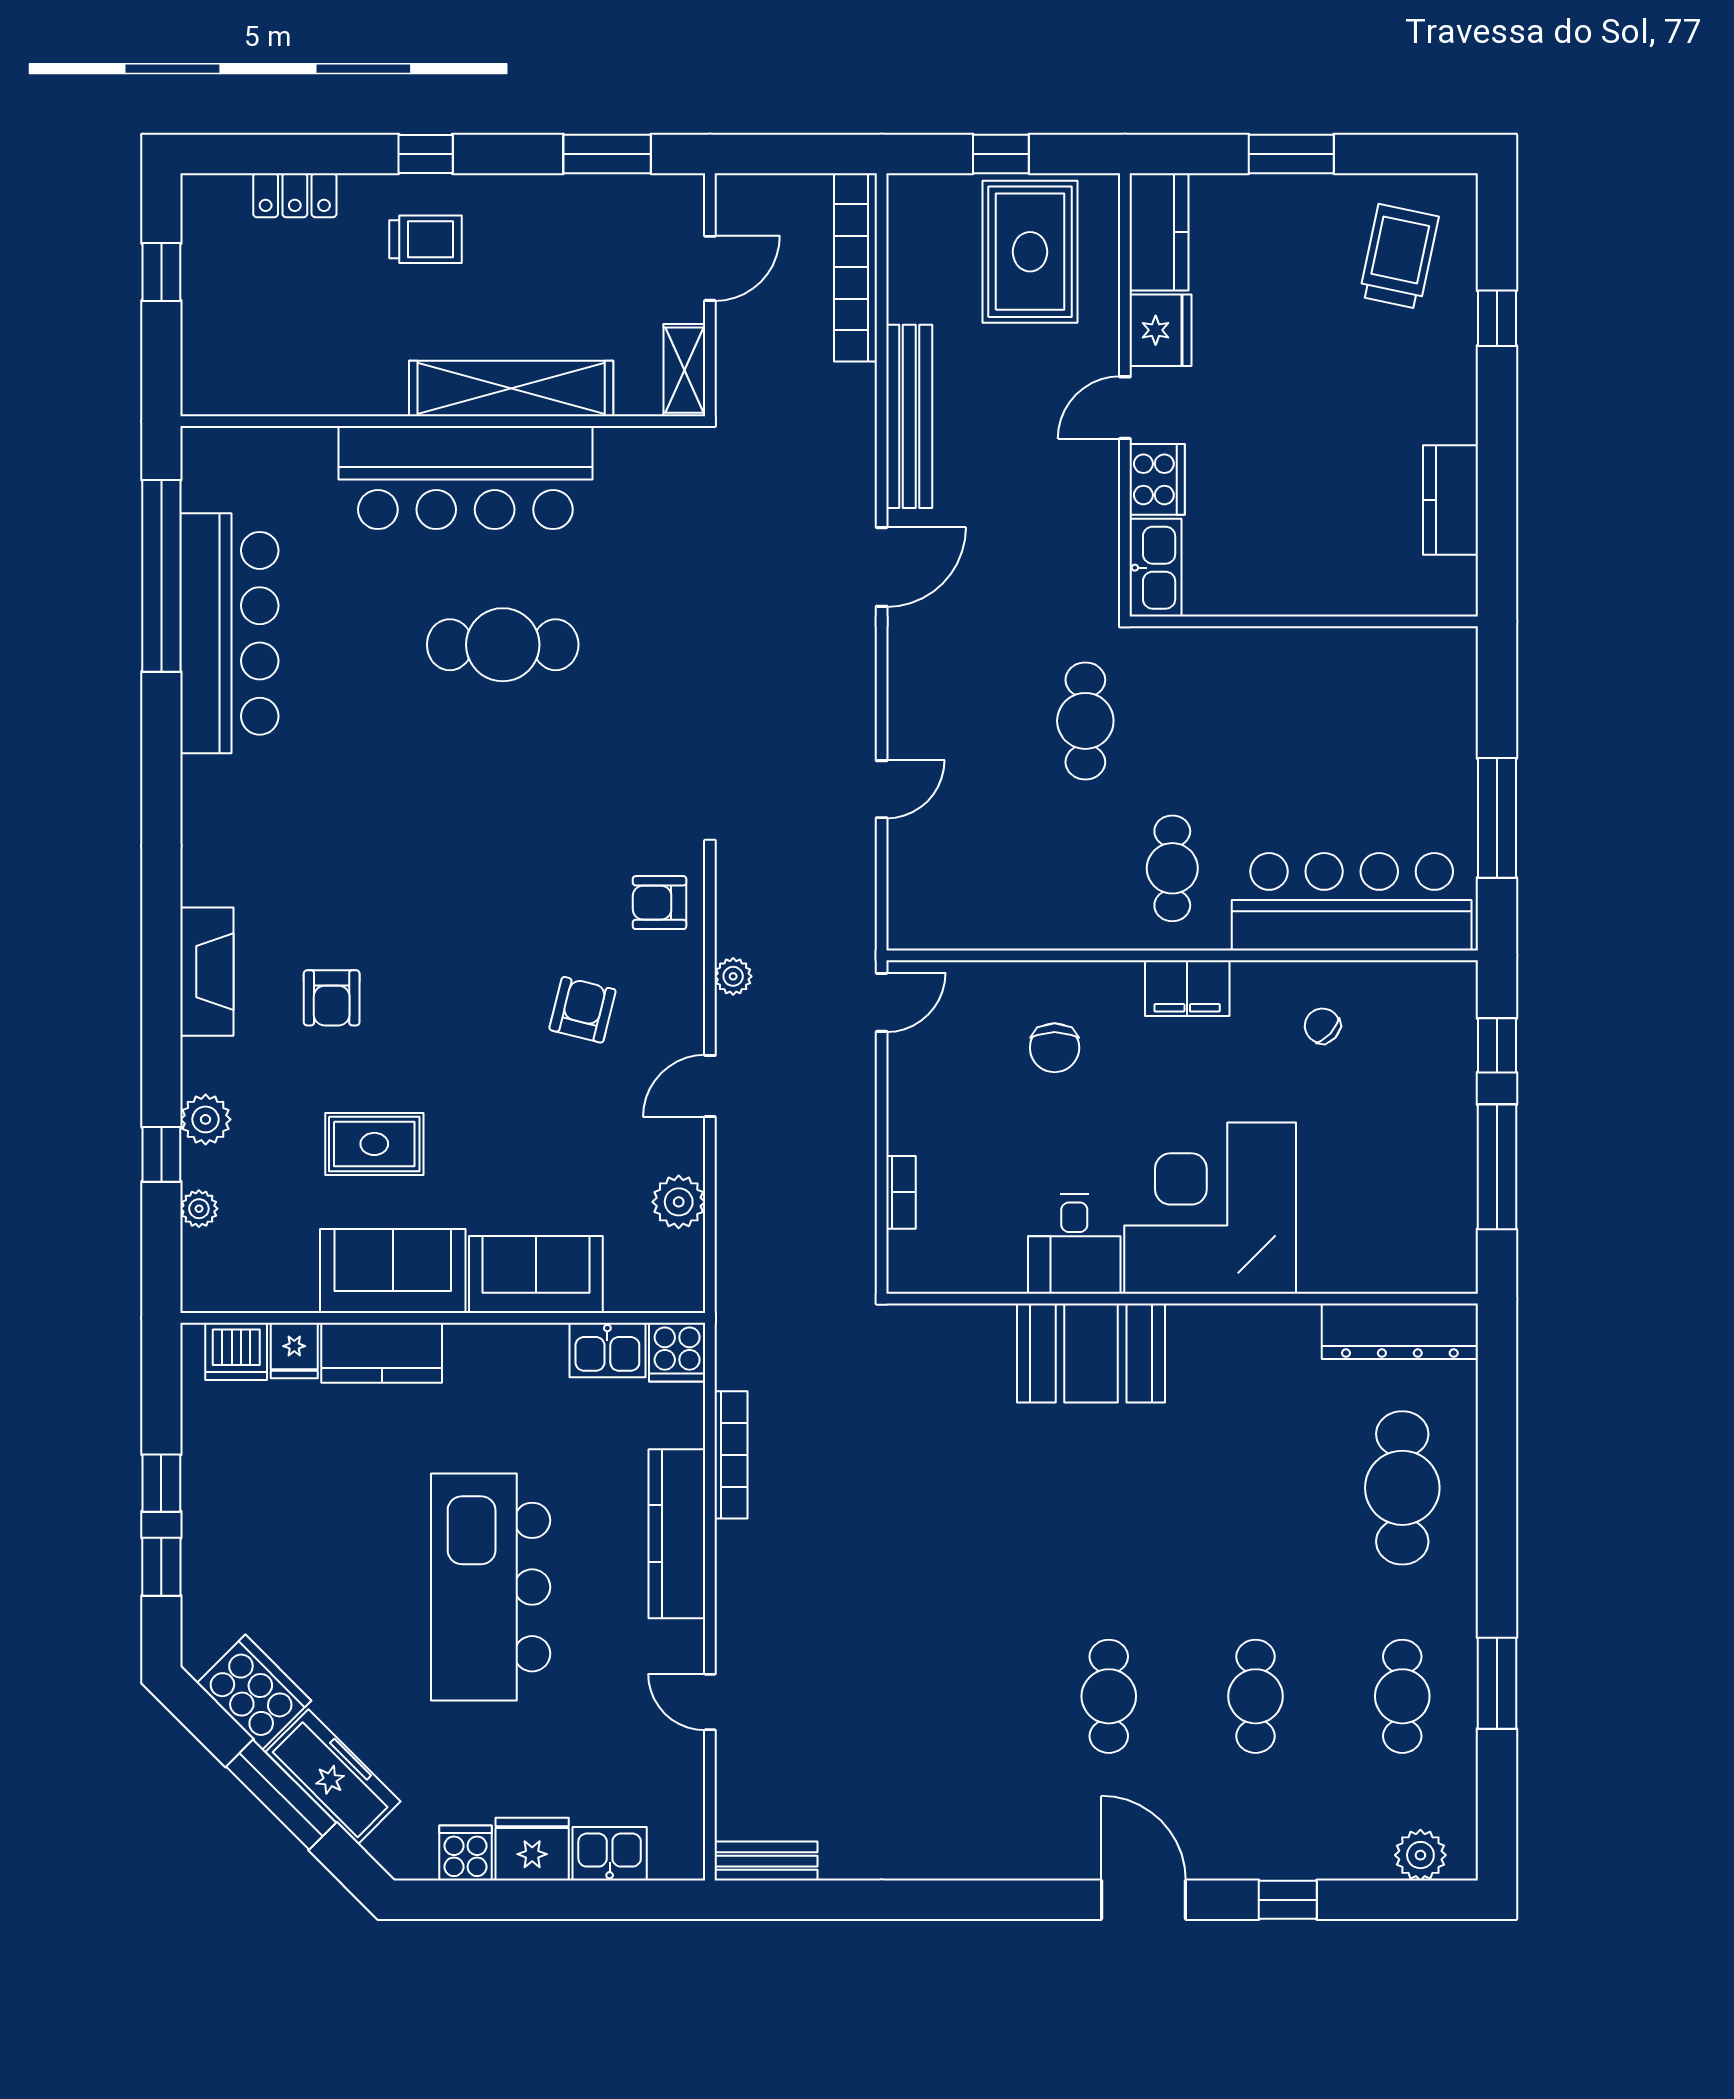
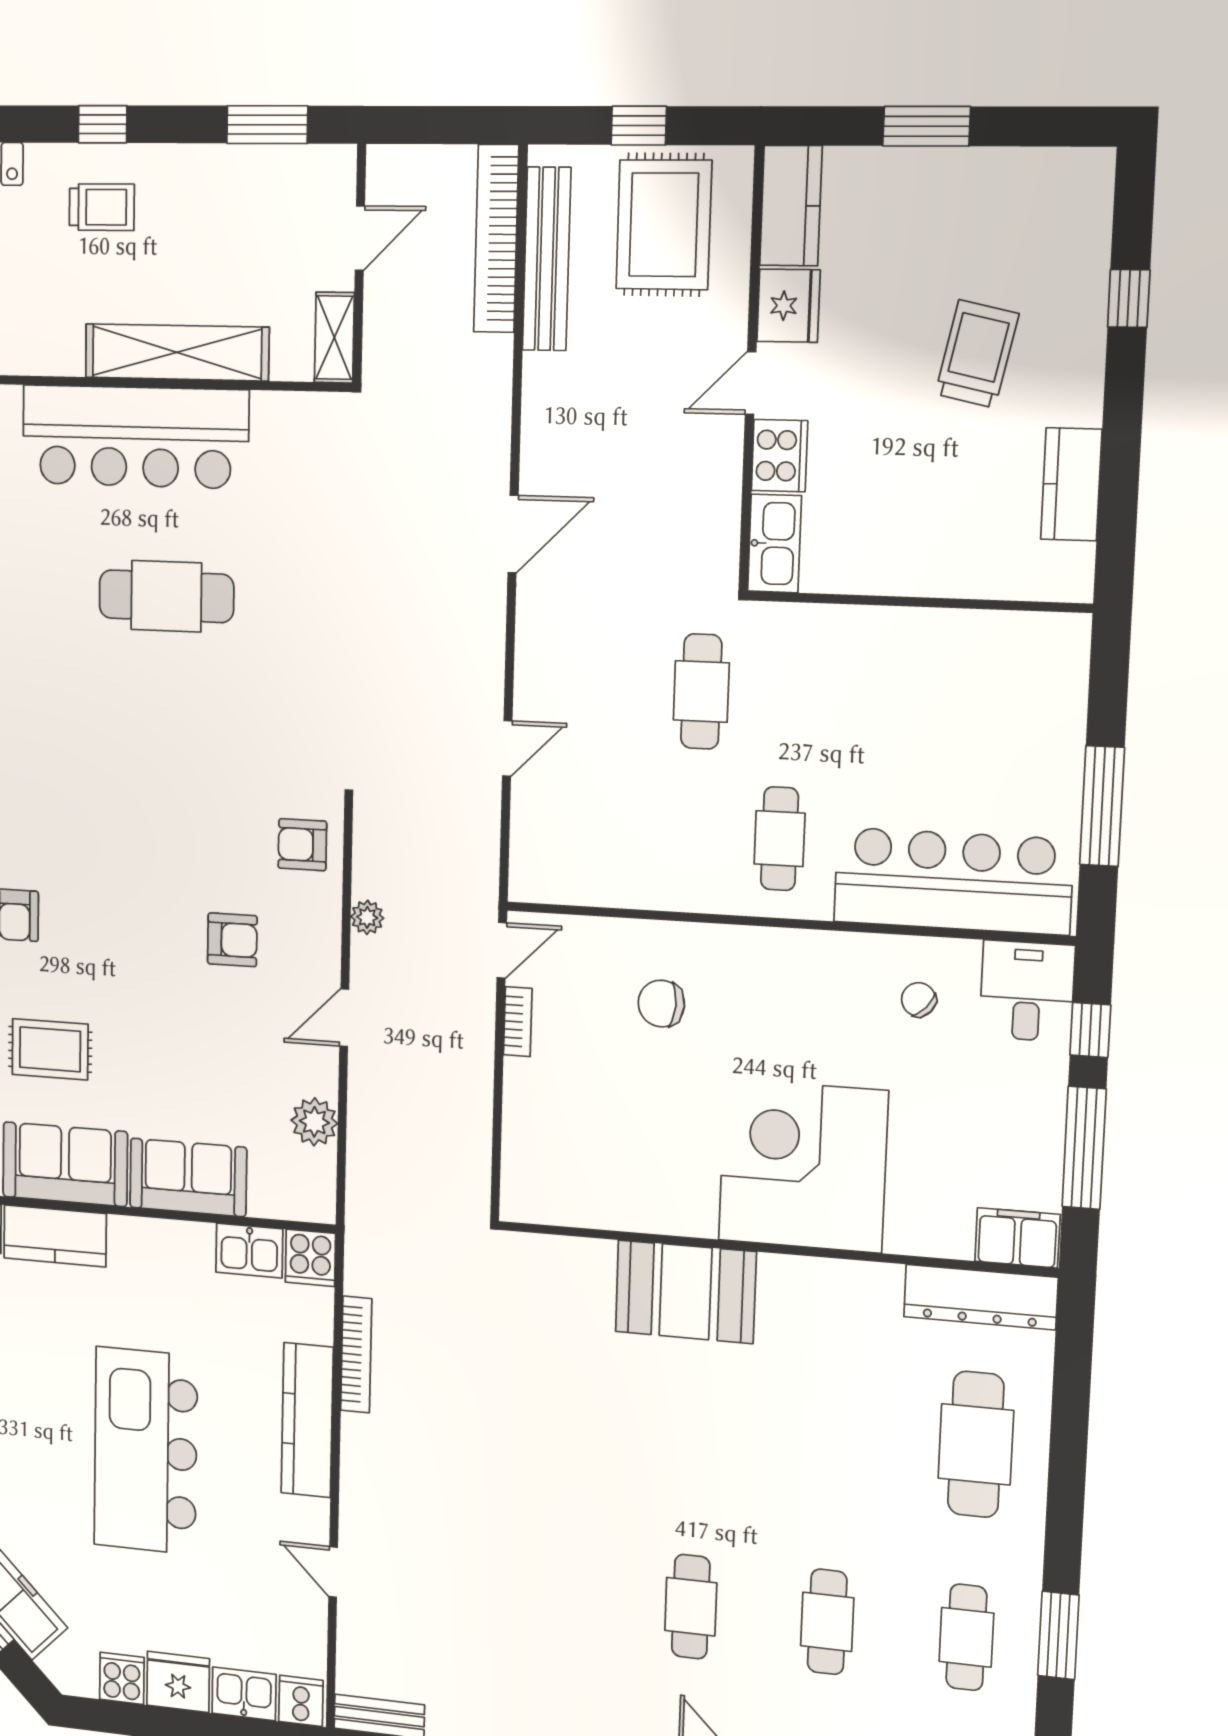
trolley: (1399, 256) -> (977, 354), moved
bench: (909, 416) -> (547, 259), moved
filing cabinet: (1187, 988) -> (1017, 1238), moved, turned 180
armchair: (583, 1010) -> (232, 940), turned 76
chair: (1055, 1048) -> (661, 1004), turned 93
bookcase: (901, 1192) -> (518, 1022), moved
desk: (1074, 1244) -> (1027, 991), moved, turned 180
cooker: (676, 1854) -> (301, 1701), added

